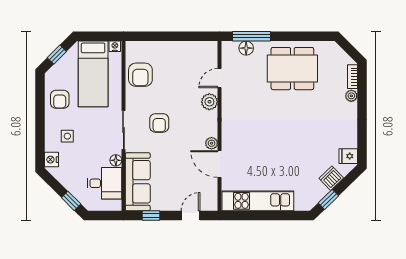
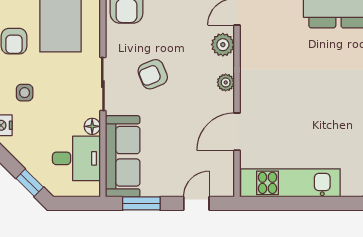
armchair: (159, 123) -> (153, 74), turned 68
plant: (212, 143) -> (226, 82), moved
door: (220, 164) -> (237, 132), hinge flipped
window: (151, 216) -> (141, 203), width x1.50

